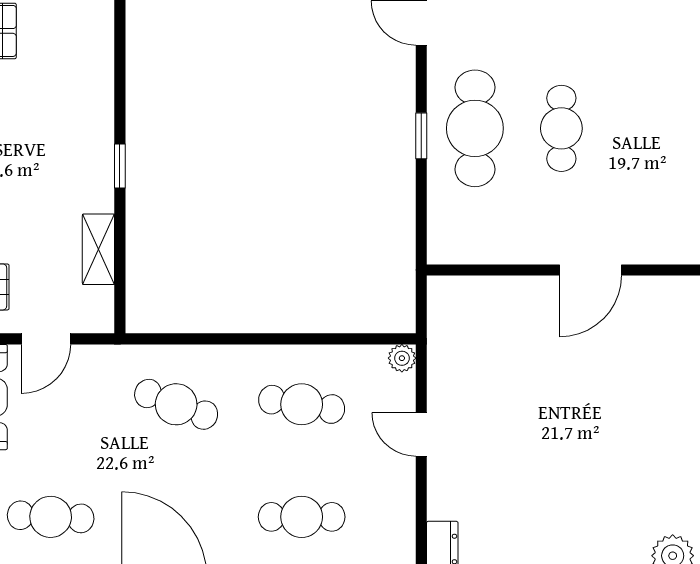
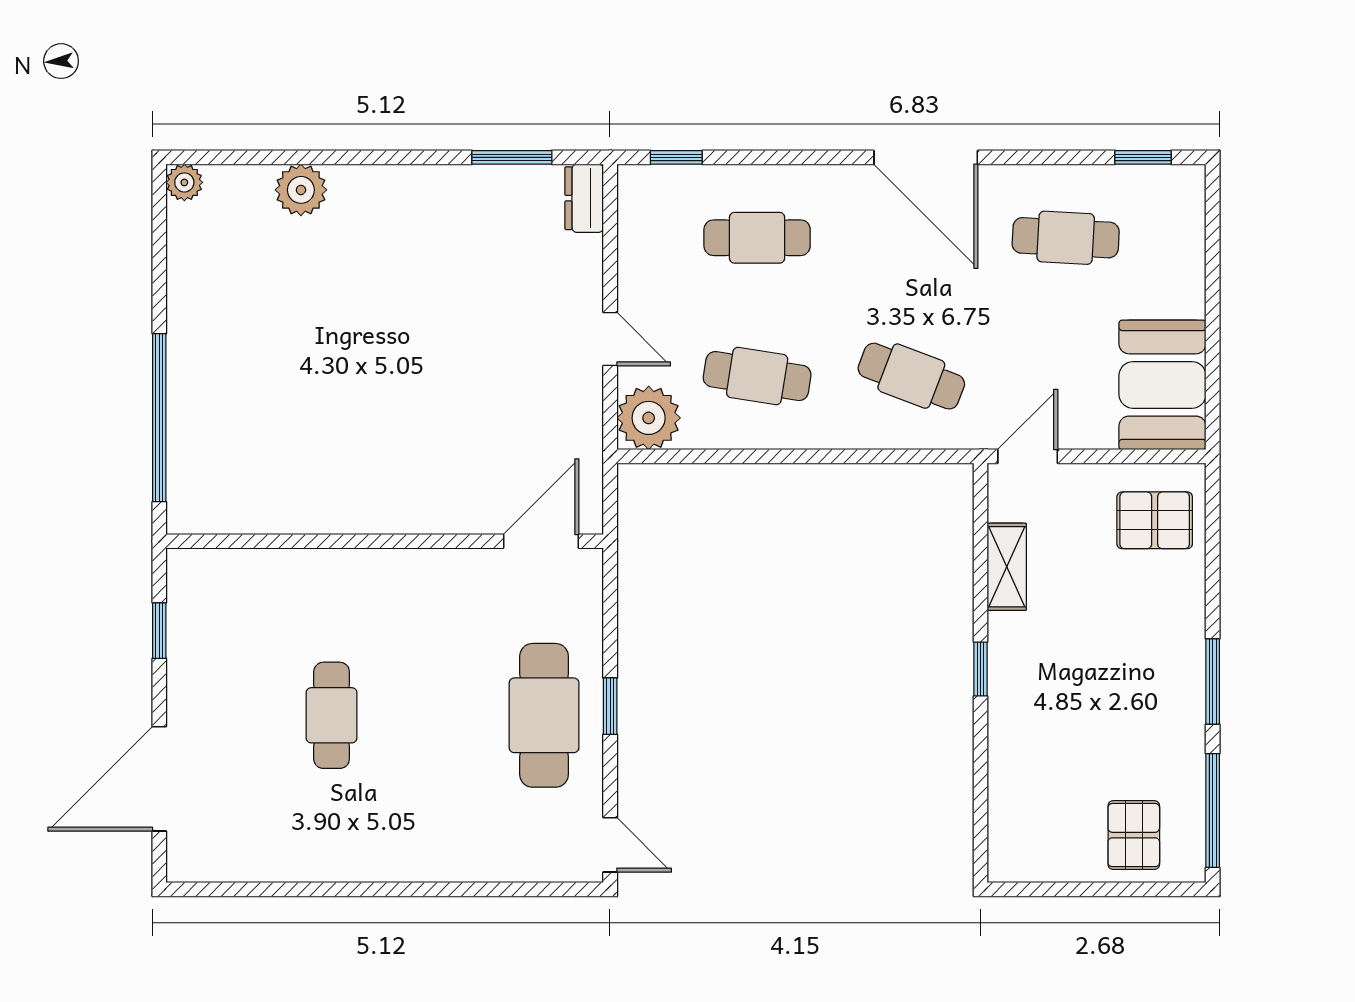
cafe table: (561, 128) -> (332, 715), moved
door: (590, 270) -> (541, 541), moved
door: (46, 339) -> (1028, 456), moved
plant: (402, 358) -> (649, 418), width x1.87, depth x1.87

